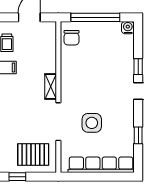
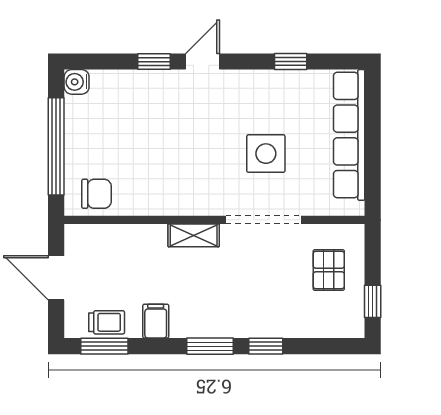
pallet: (33, 155) -> (329, 270), width x0.67, depth x0.71

